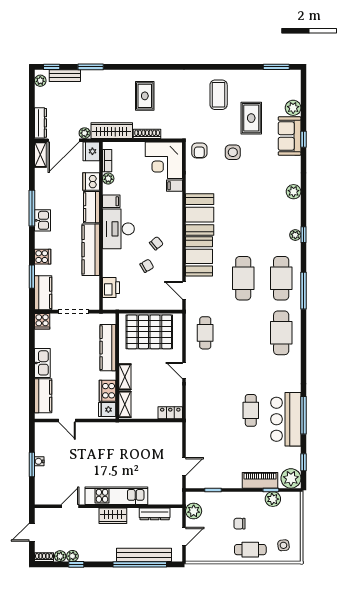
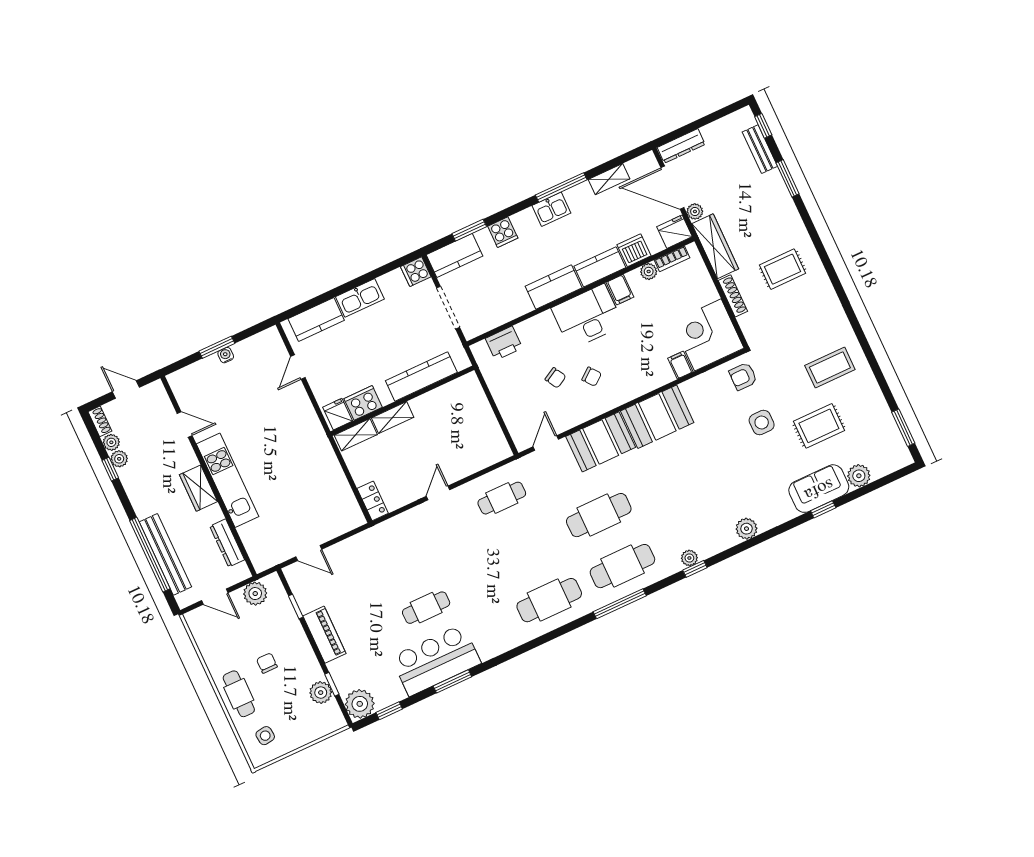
plant: (40, 81) -> (738, 119), removed
shelving: (40, 155) -> (609, 179), moved
kitchen counter: (91, 250) -> (554, 287), width x0.67
pallet: (149, 332) -> (468, 422), removed
window: (303, 415) -> (452, 681), width x0.69
piano: (260, 480) -> (324, 635), moved

